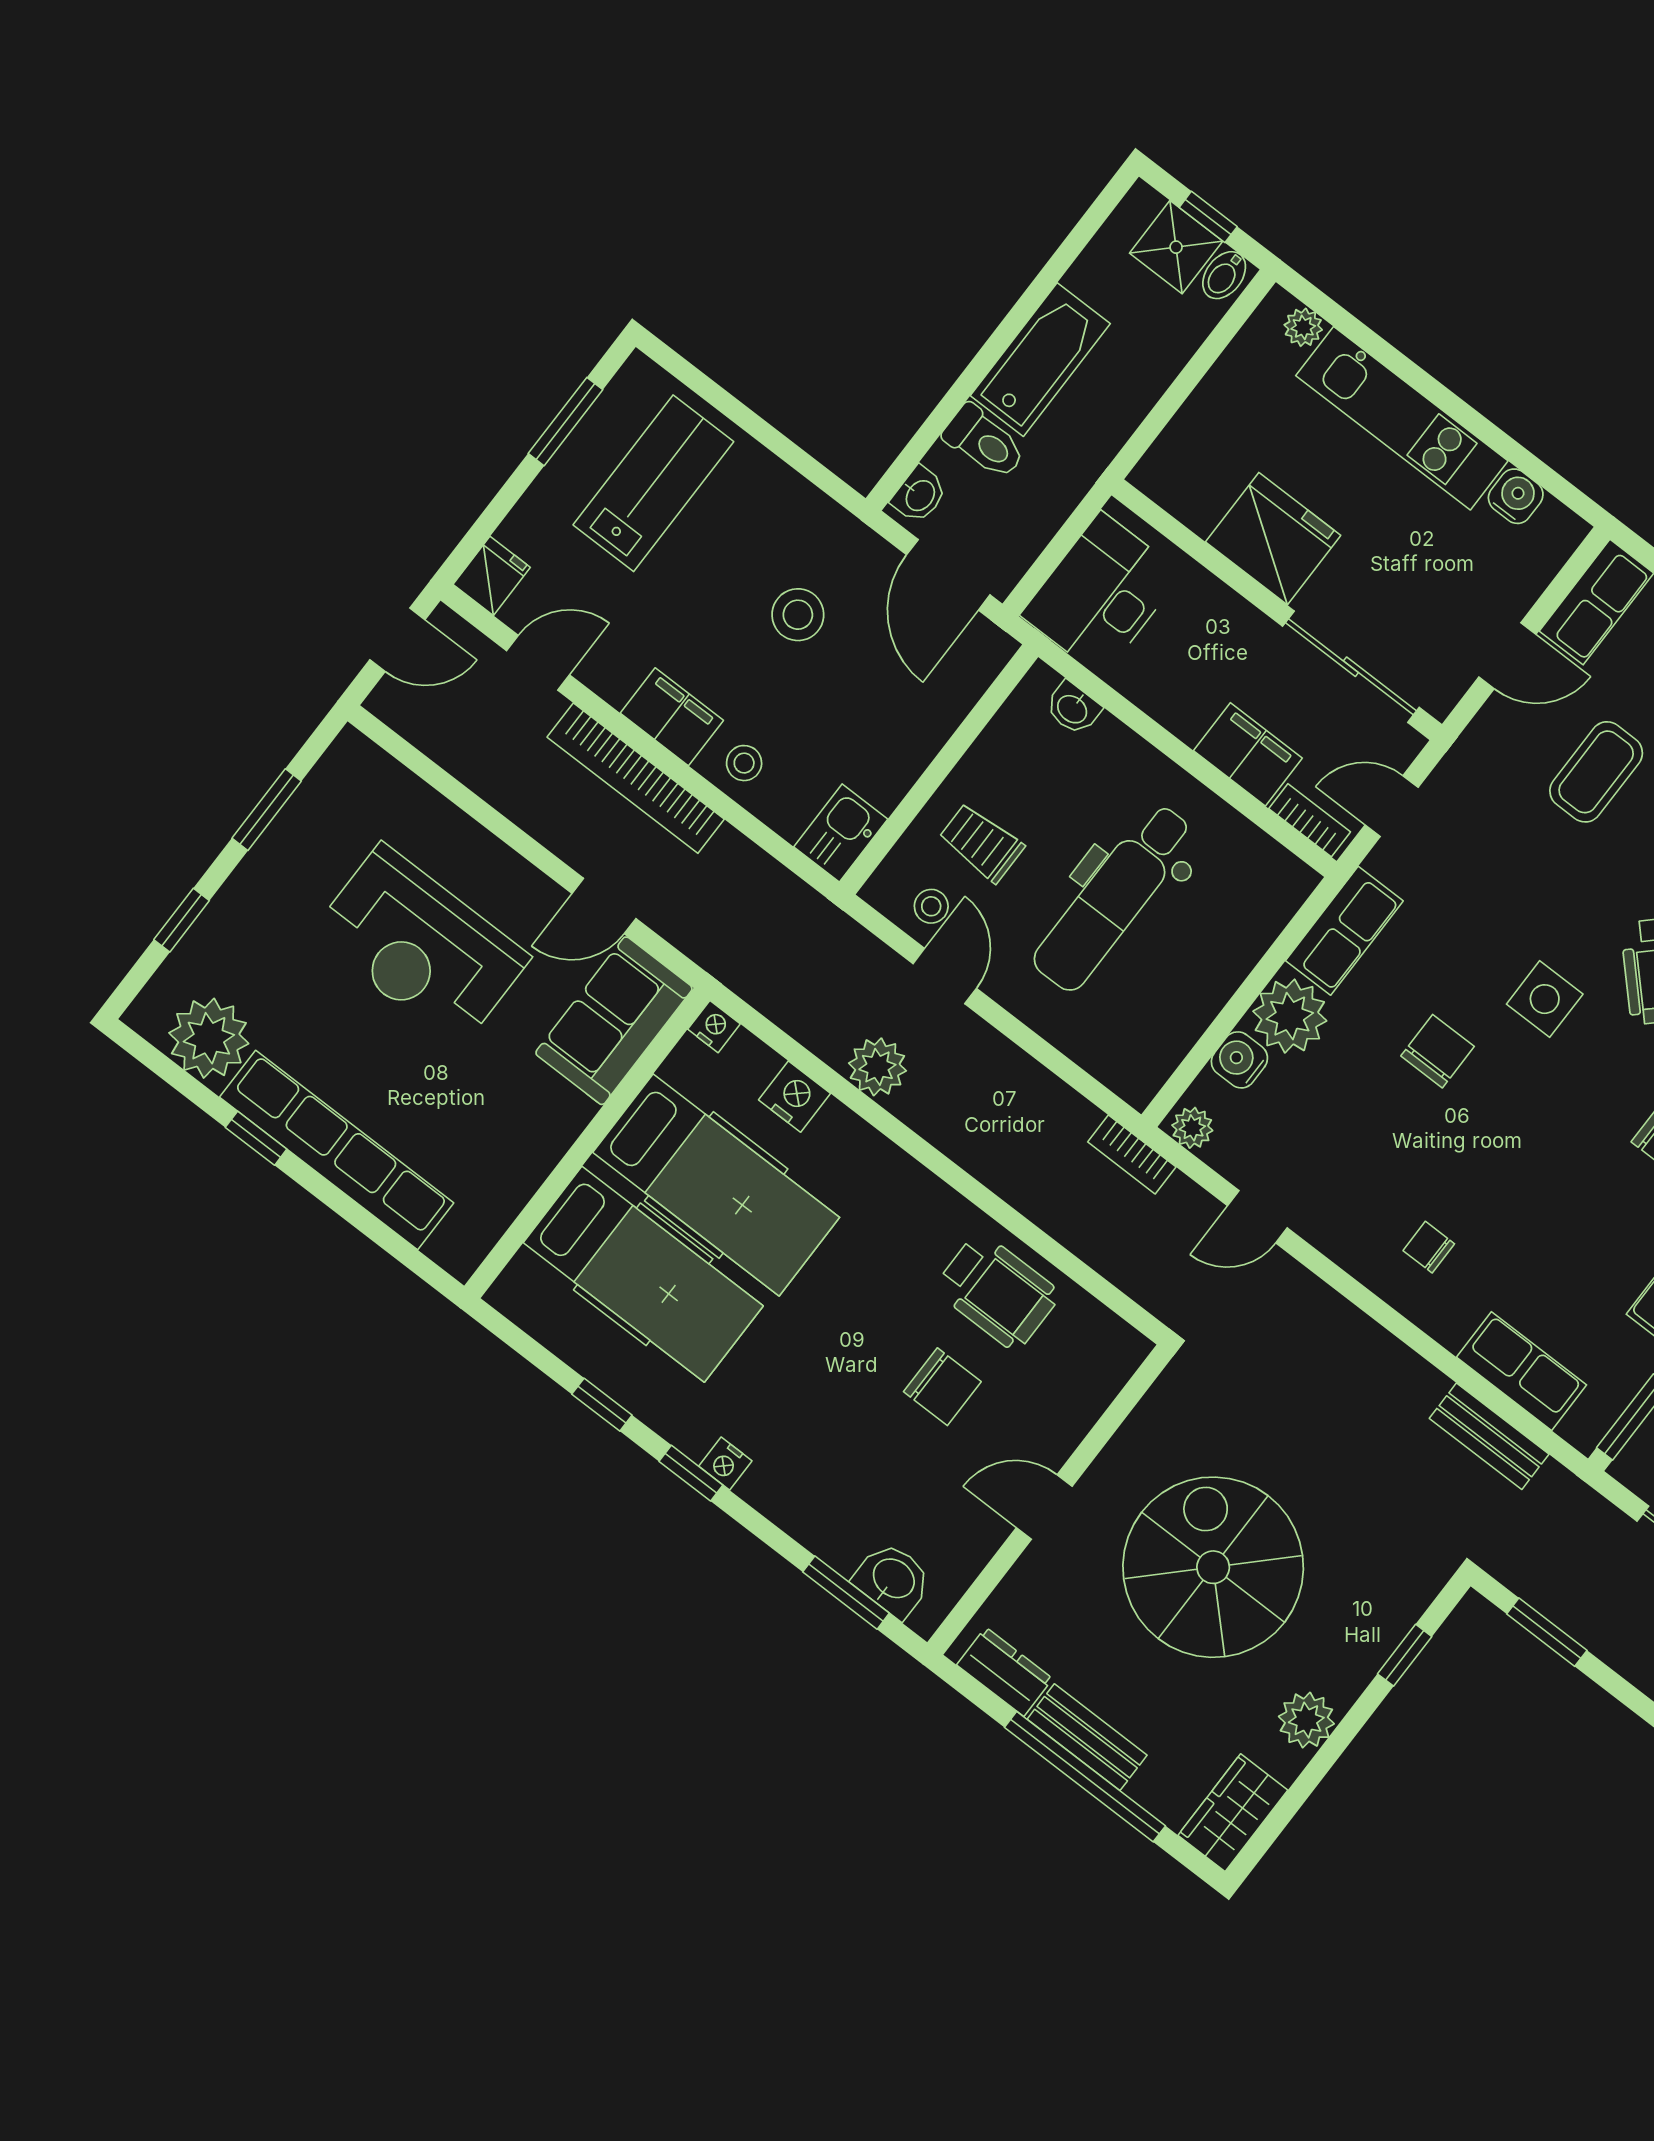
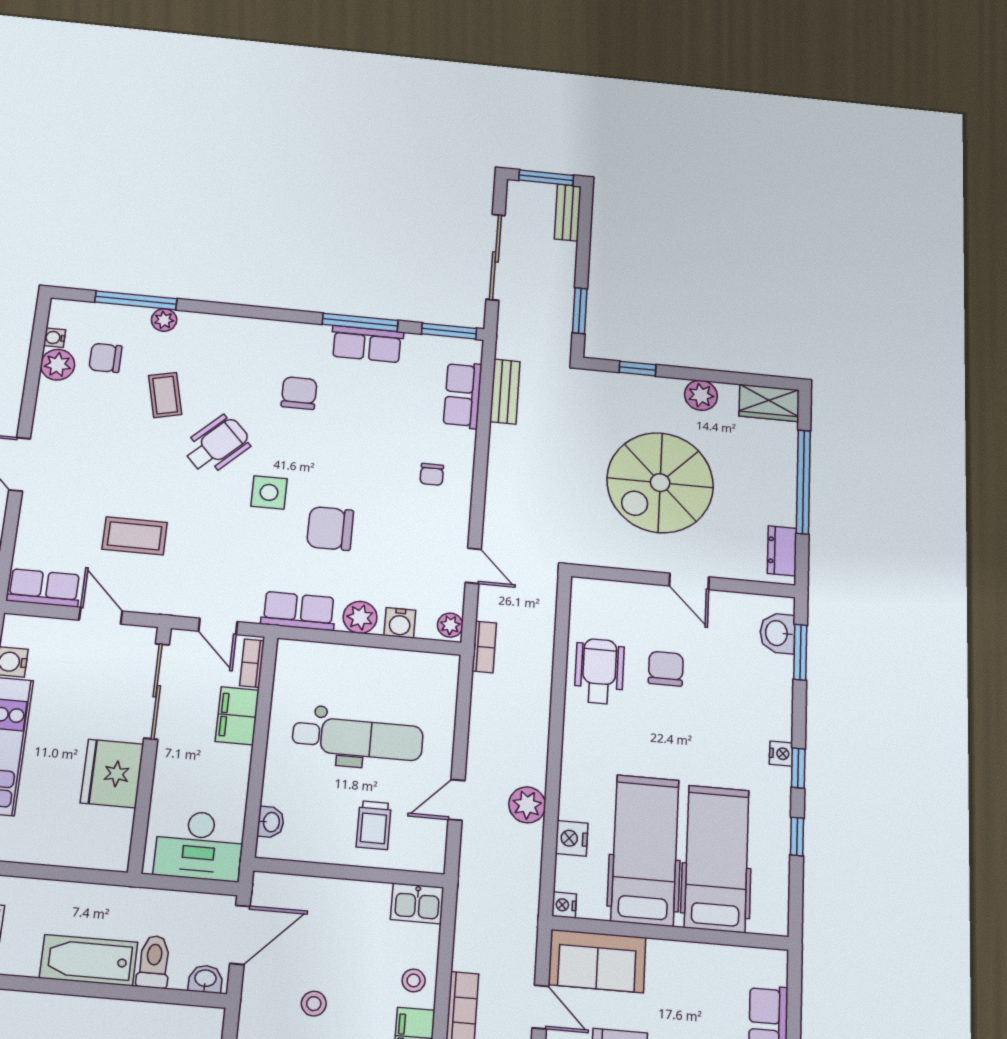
stool: (798, 615) -> (314, 1004), width x0.73, depth x0.73
stool: (931, 906) -> (425, 830), removed
plant: (1290, 1016) -> (360, 617), width x0.73, depth x0.73
chair: (1438, 1051) -> (330, 528), width x1.37, depth x1.37
bench: (1087, 1737) -> (784, 492), removed

